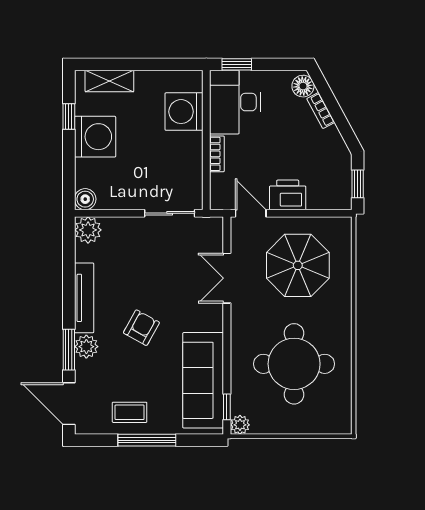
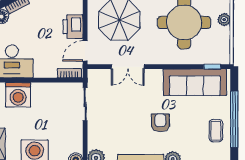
bookcase: (217, 154) -> (69, 73), moved
armchair: (141, 328) -> (160, 123), turned 61
plant: (240, 425) -> (224, 20), moved
window: (147, 440) -> (234, 119), width x1.46

